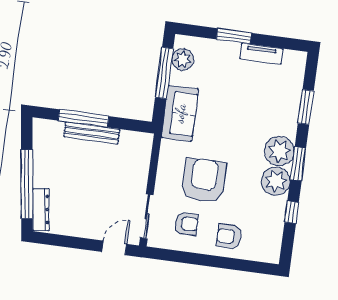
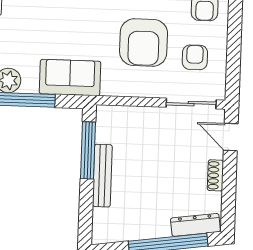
window: (83, 118) -> (88, 150), moved
armchair: (204, 180) -> (144, 43), turned -90
shoe rack: (82, 231) -> (215, 175), added

